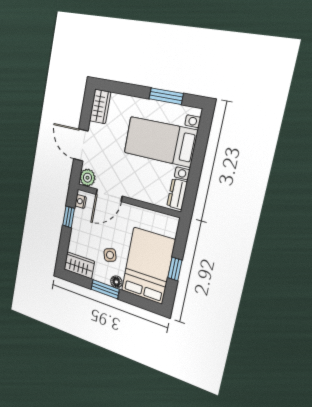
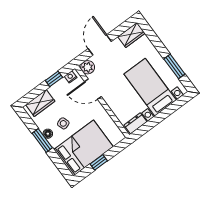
wardrobe: (79, 265) -> (40, 103), moved, turned 90
floor lamp: (116, 282) -> (48, 134), moved

